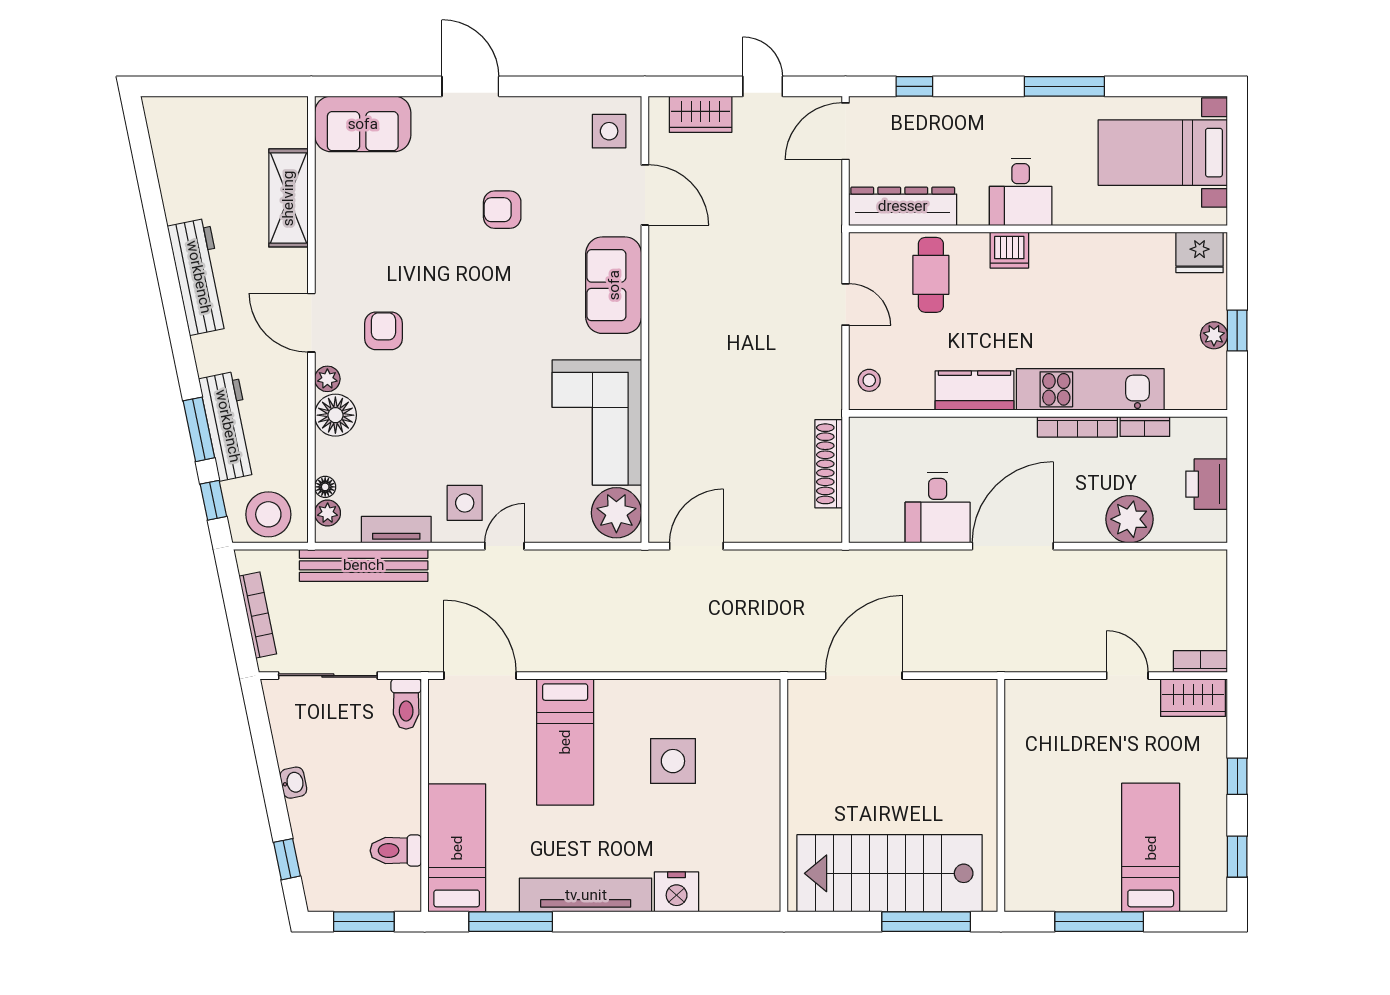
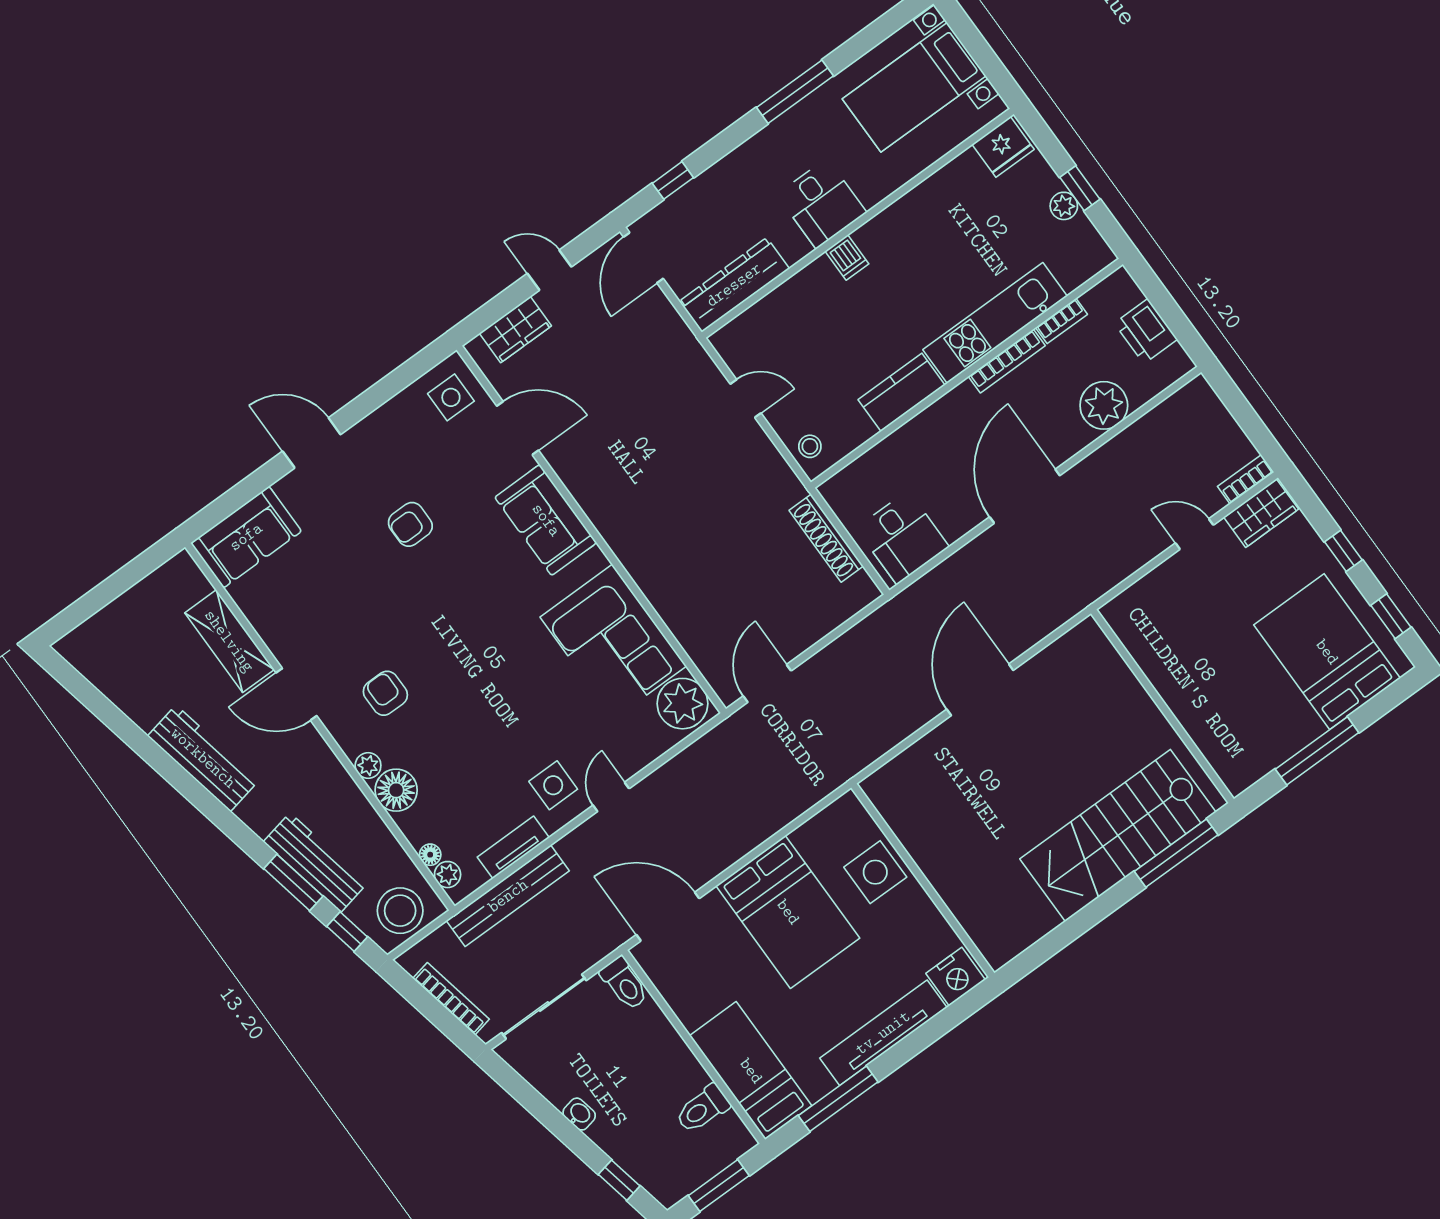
dishwasher: (1009, 250) -> (847, 257), width x0.73
cafe table: (931, 275) -> (798, 324), removed
door: (311, 323) -> (296, 694), moved
desk: (938, 508) -> (903, 537), moved
bed: (565, 742) -> (788, 912), width x1.50
wall: (784, 795) -> (923, 880), moved
bed: (1151, 848) -> (1327, 652), width x1.50

